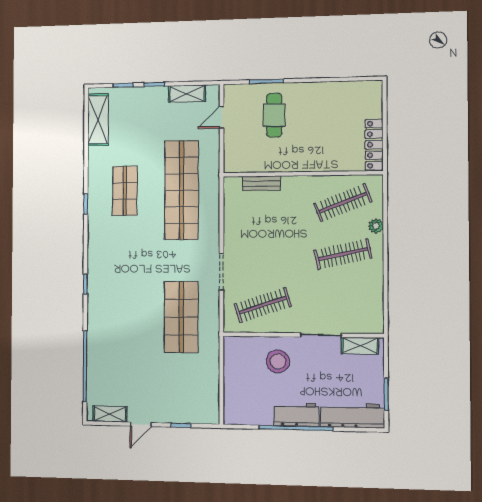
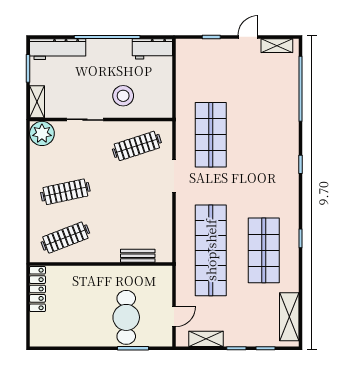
cafe table: (274, 115) -> (126, 317), width x1.37, depth x1.35
shop shelf: (125, 191) -> (264, 250), width x1.43, depth x1.36
plant: (376, 226) -> (42, 133), moved, width x1.88, depth x1.88
shelving: (360, 346) -> (37, 102), moved, turned 90
workbench: (296, 415) -> (152, 49), moved

